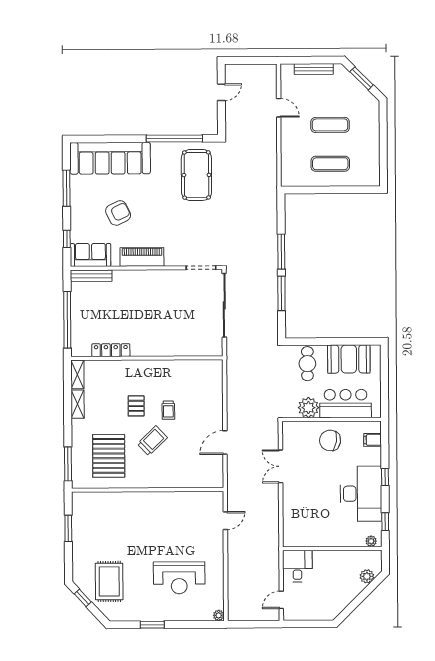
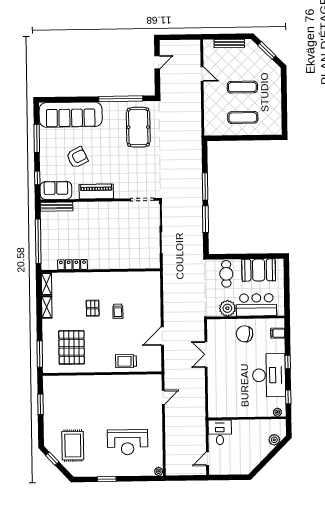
trolley: (152, 441) -> (126, 361), moved, turned -136

